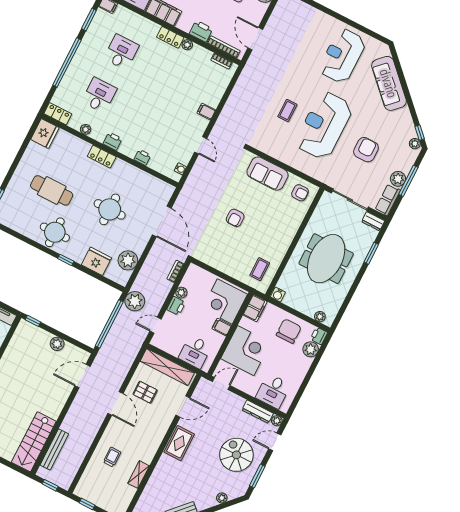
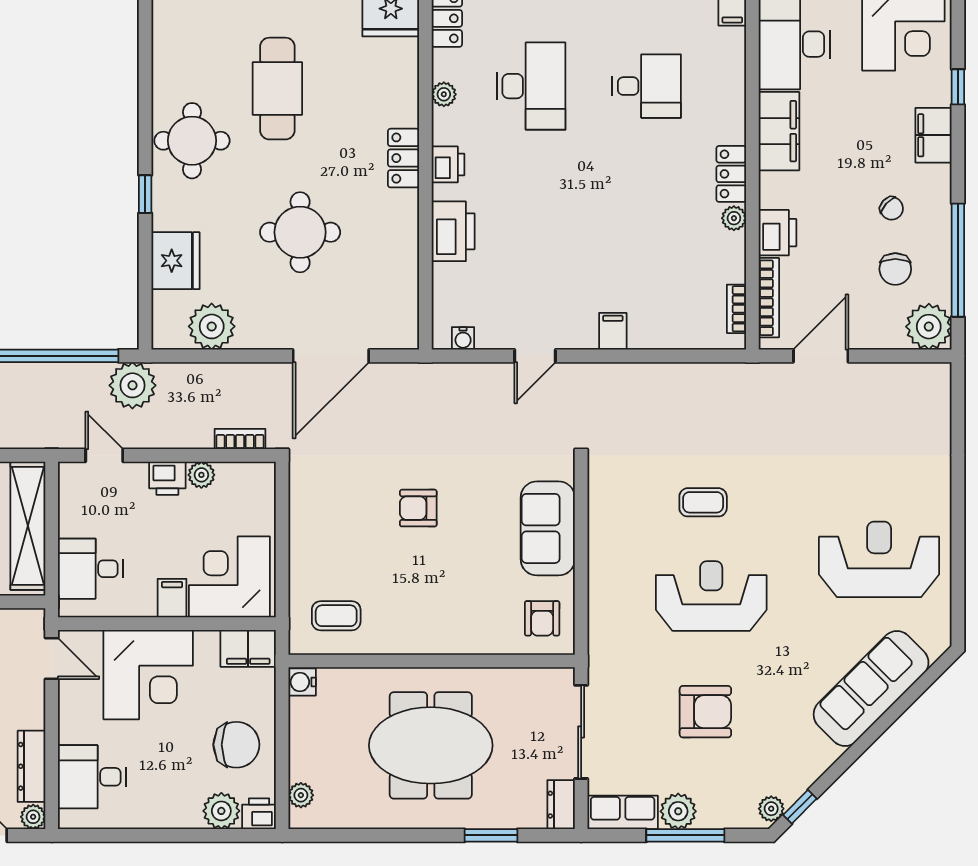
desk: (99, 95) -> (531, 86), width x1.37
reception desk: (324, 125) -> (711, 596), width x0.74, depth x0.77
printer: (142, 157) -> (453, 231), width x1.87, depth x1.48

